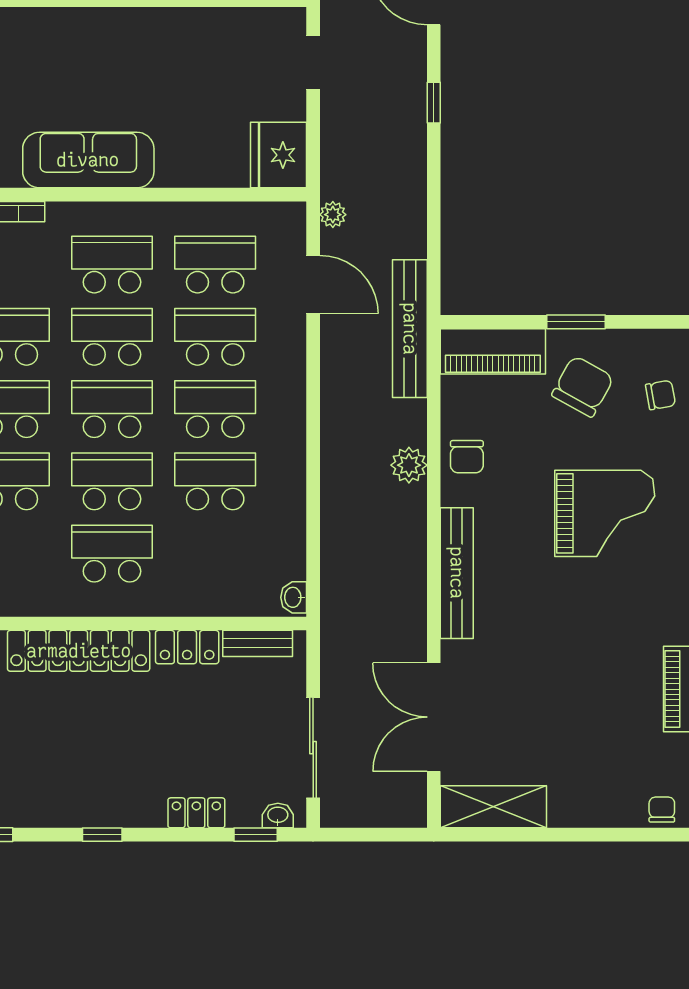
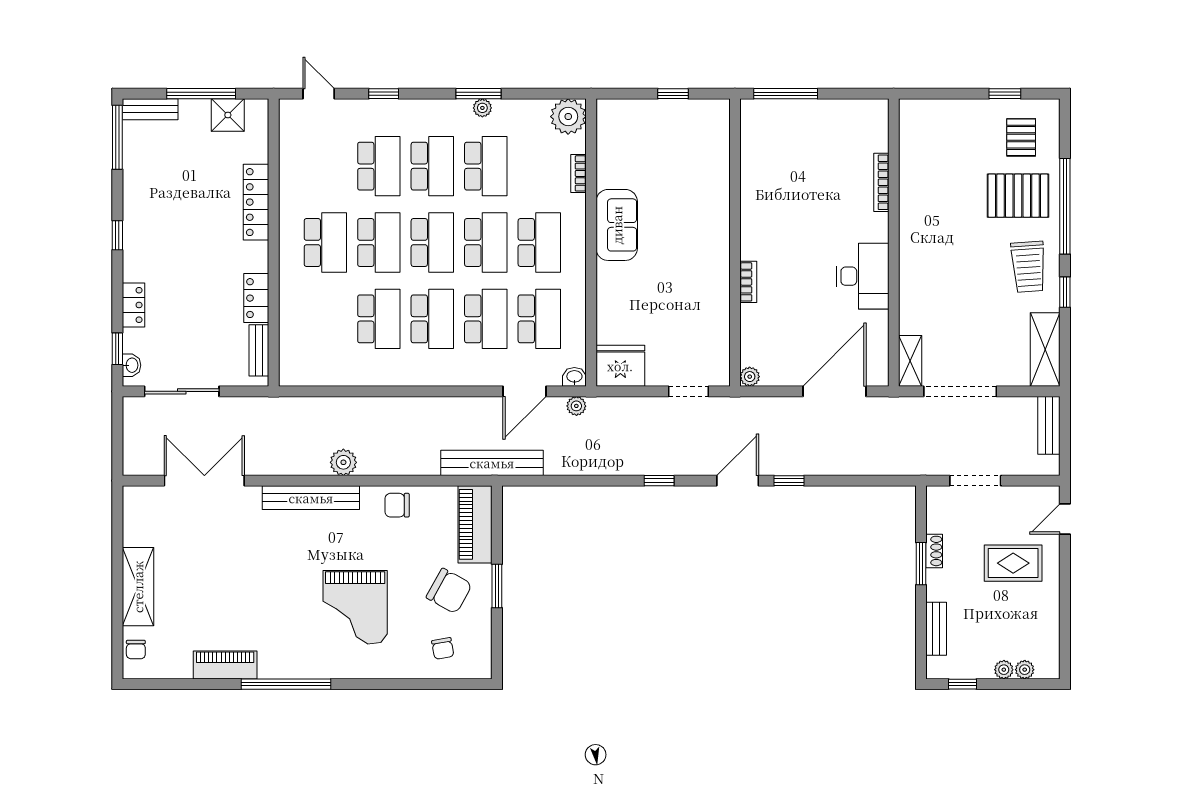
sofa: (88, 160) -> (617, 225), width x0.73
plant: (409, 465) -> (343, 462), moved
washbasin: (294, 597) -> (574, 377), moved
locker: (79, 651) -> (256, 202), width x0.71, depth x0.83
shelving: (493, 807) -> (138, 587), moved
chair: (662, 810) -> (136, 650), turned 90

